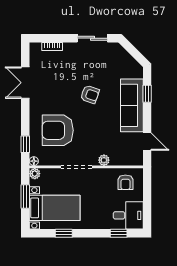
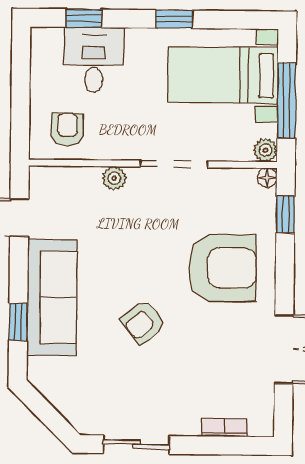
armchair: (90, 94) -> (143, 322), turned -57
armchair: (58, 130) -> (223, 268), moved
window: (25, 197) -> (287, 101), width x1.44
desk: (128, 215) -> (94, 60), moved, turned 90
window: (64, 233) -> (174, 19), moved

